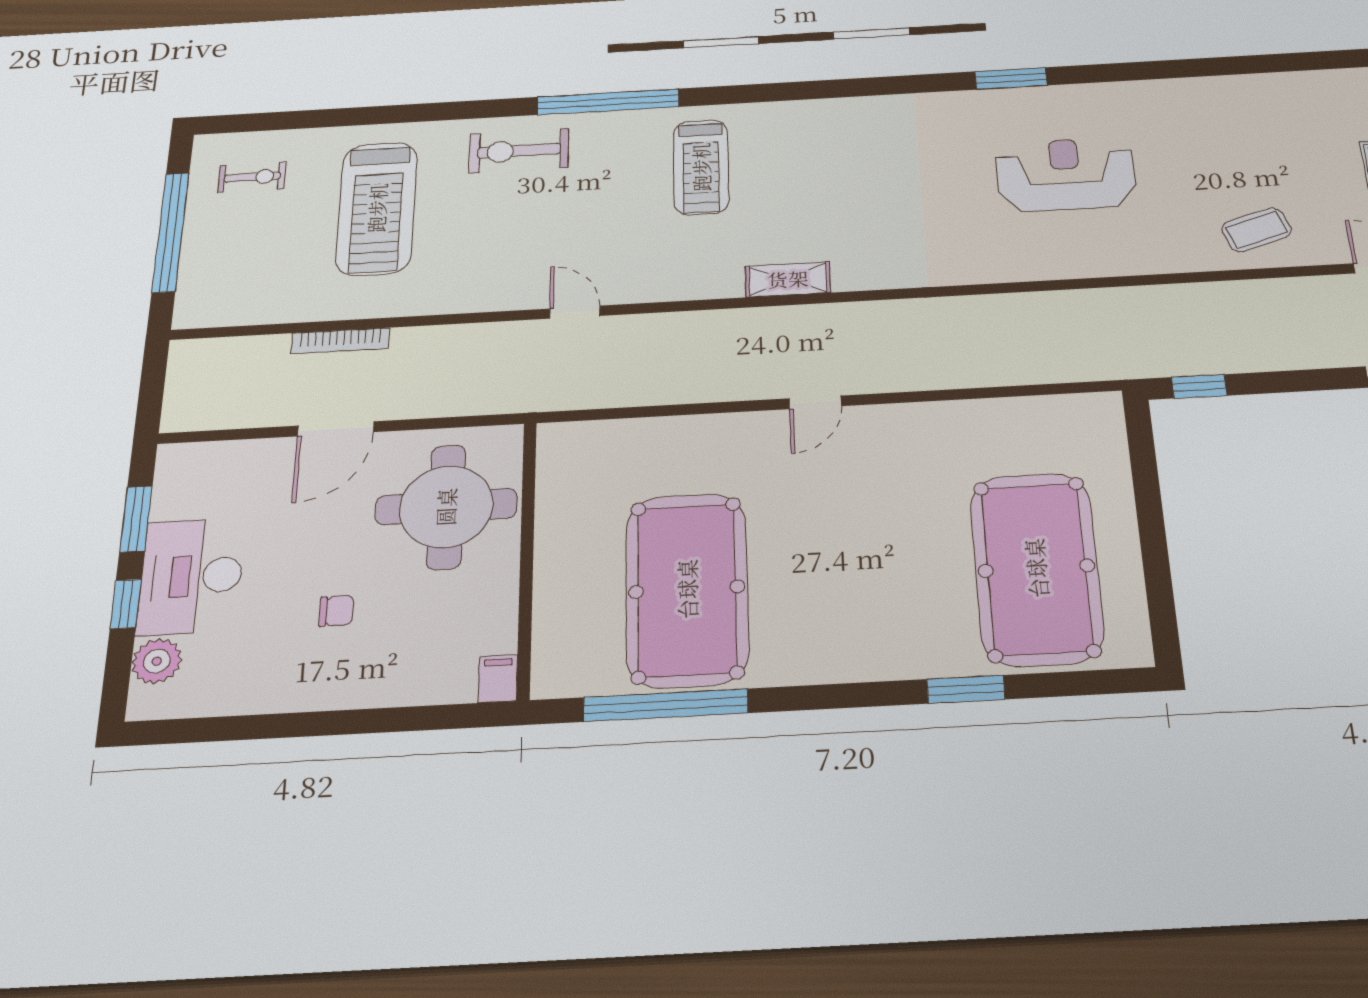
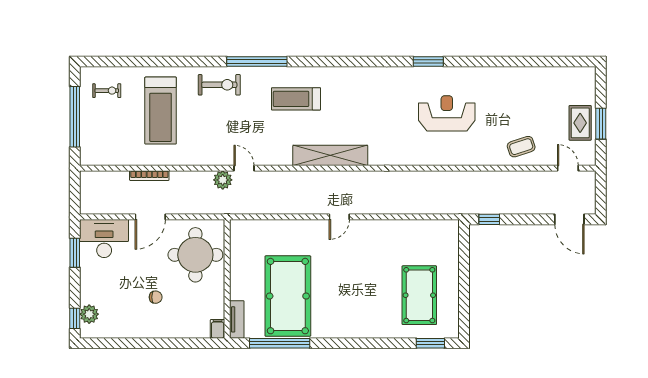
exercise bike: (519, 151) -> (219, 85), turned 180
treadmill: (701, 167) -> (296, 99), turned 90
shelving: (788, 279) -> (330, 155), width x2.20, depth x1.33
plant: (521, 340) -> (223, 180), added
pool table: (1036, 568) -> (419, 295), width x0.73, depth x0.76
desk: (191, 576) -> (104, 239), moved, turned 90
window: (126, 604) -> (75, 318), moved
tv unit: (550, 653) -> (237, 319), added
window: (966, 689) -> (430, 343), moved

